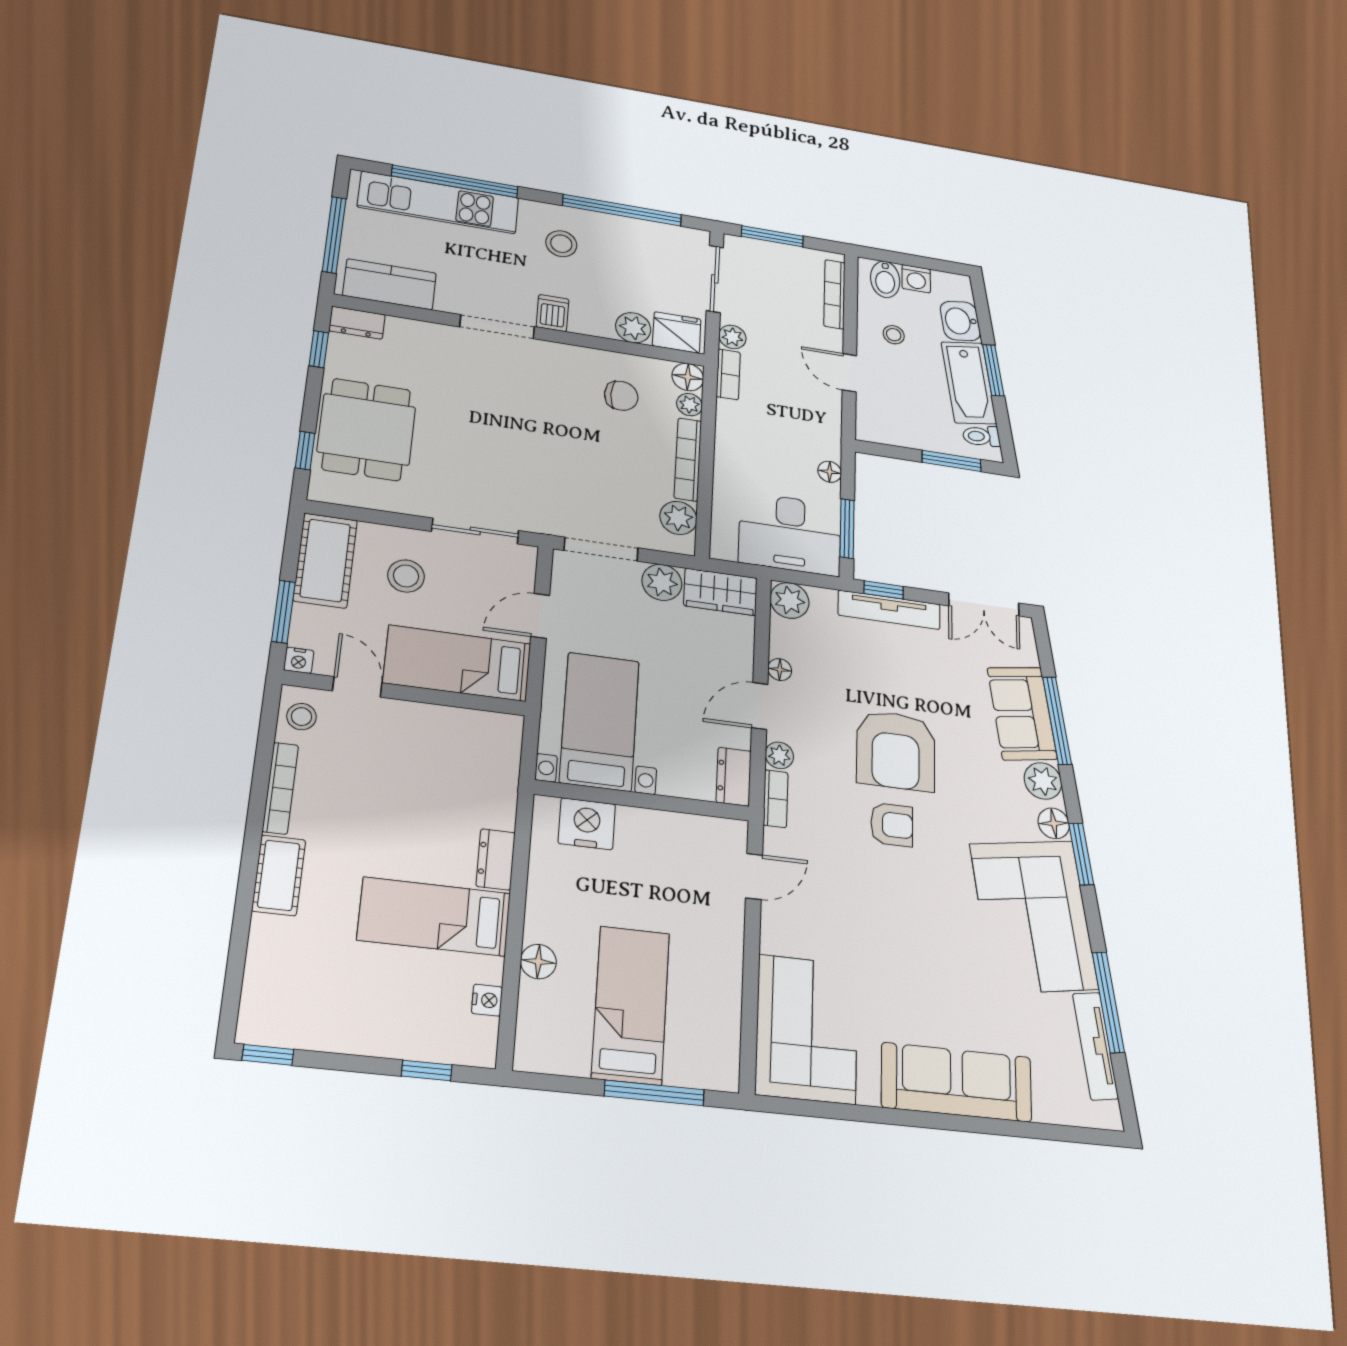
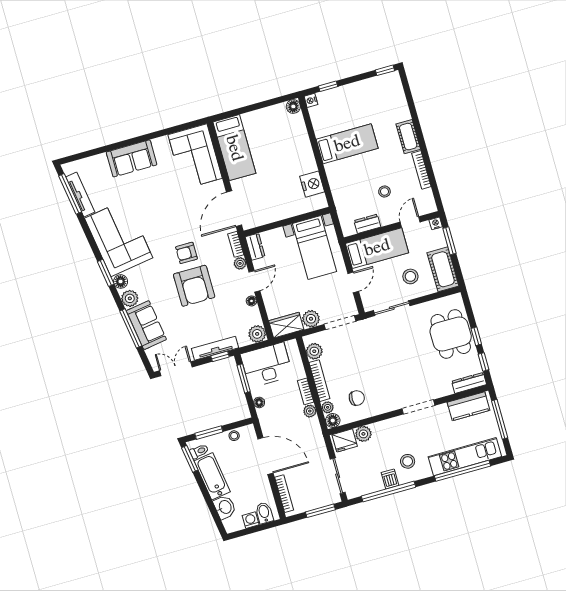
dishwasher: (553, 313) -> (390, 479), moved, turned 180
dresser: (357, 323) -> (469, 383), width x1.44
stool: (894, 335) -> (234, 436), moved
plant: (732, 337) -> (310, 411), moved
window: (993, 370) -> (190, 459), moved
door: (849, 373) -> (265, 456), width x1.87
bookcase: (728, 374) -> (306, 391), moved
chair: (621, 396) -> (357, 398), turned 180
window: (305, 451) -> (476, 336), moved
door: (357, 687) -> (410, 222), swing flipped
stool: (302, 717) -> (384, 192), moved
armchair: (896, 750) -> (194, 286), turned 180
nightstand: (587, 824) -> (312, 184), moved, turned -90
dresser: (496, 859) -> (367, 224), moved, turned -90
door: (754, 877) -> (234, 209), width x1.87
floor lamp: (538, 962) -> (293, 106), moved
nightstand: (487, 1000) -> (311, 100), moved
window: (1108, 1002) -> (70, 194), moved
bed: (631, 1005) -> (234, 148), moved
sofa: (957, 1082) -> (132, 158), width x0.73
window: (654, 1093) -> (244, 110), removed

